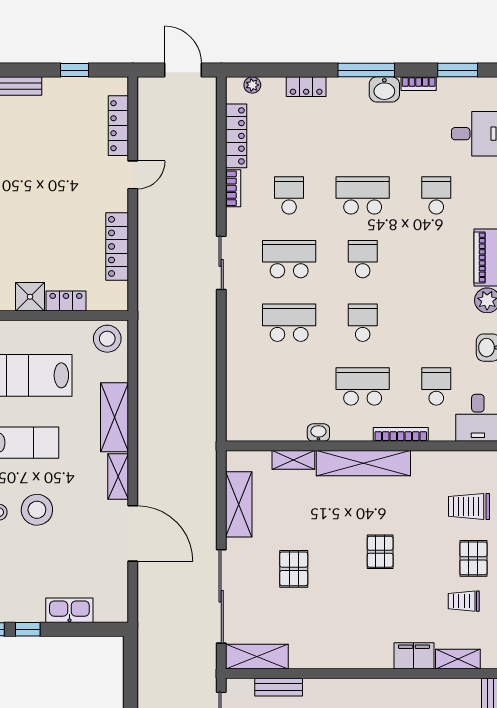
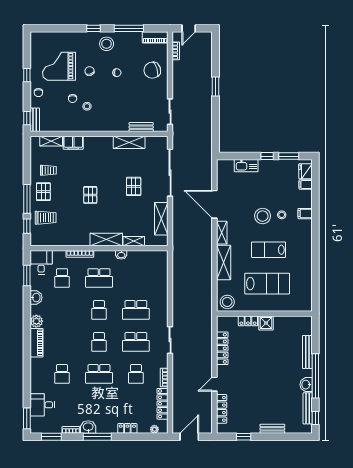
door: (183, 70) -> (189, 437), swing flipped
shelving: (363, 463) -> (106, 239), width x0.68
shelving: (257, 657) -> (129, 142), moved

